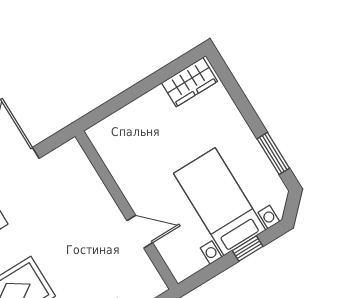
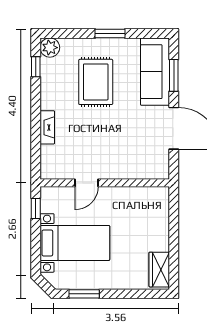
window: (248, 249) -> (36, 209), moved

